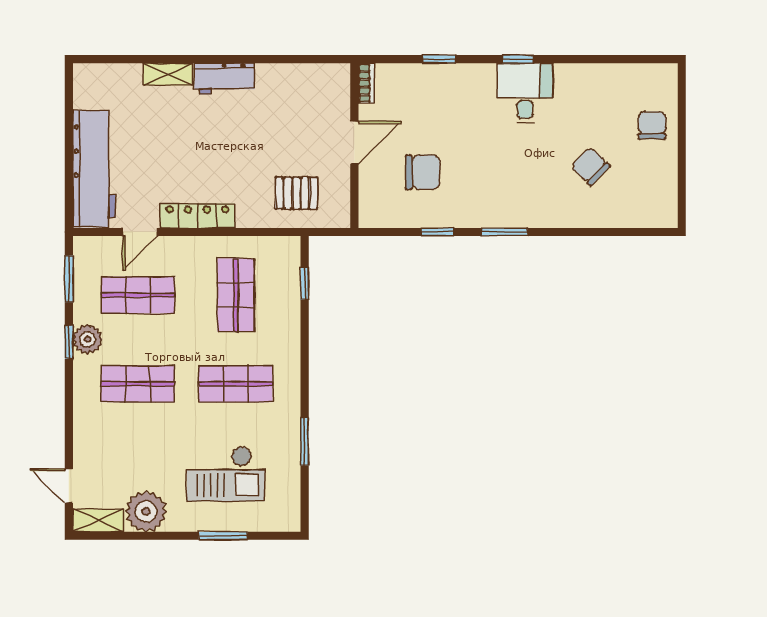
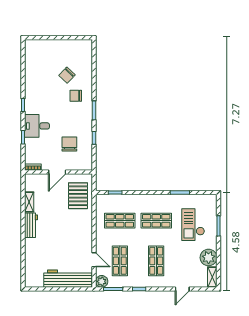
shelving: (168, 74) -> (29, 202), moved
desk: (525, 93) -> (37, 126), moved
chair: (652, 125) -> (76, 96), moved
door: (354, 142) -> (57, 172), swing flipped
pallet: (296, 193) -> (78, 196), width x1.50, depth x1.42
locker: (197, 216) -> (87, 236), removed
plant: (88, 339) -> (102, 281), moved
shop shelf: (236, 384) -> (156, 221), turned 90
checkout: (226, 474) -> (193, 225), turned 180
door: (69, 486) -> (182, 289), moved

